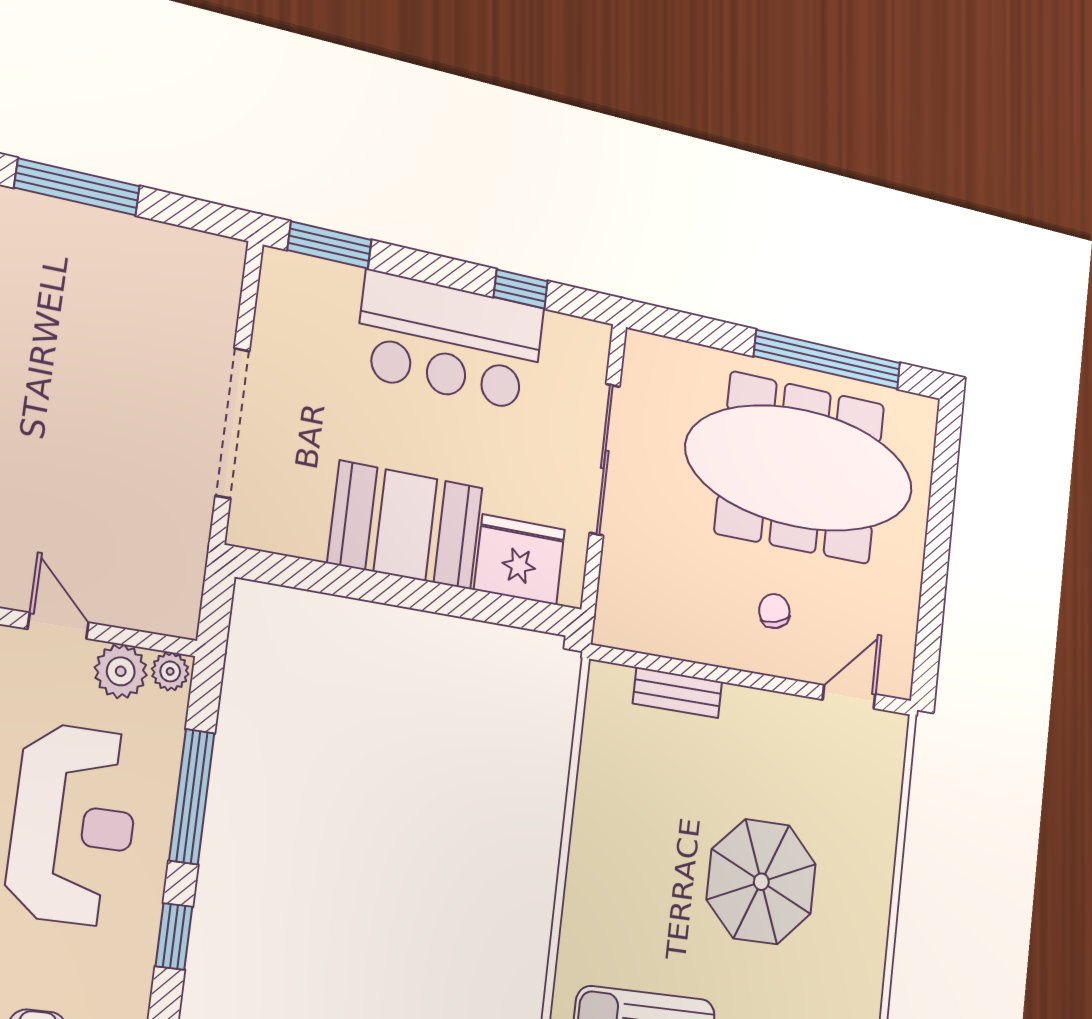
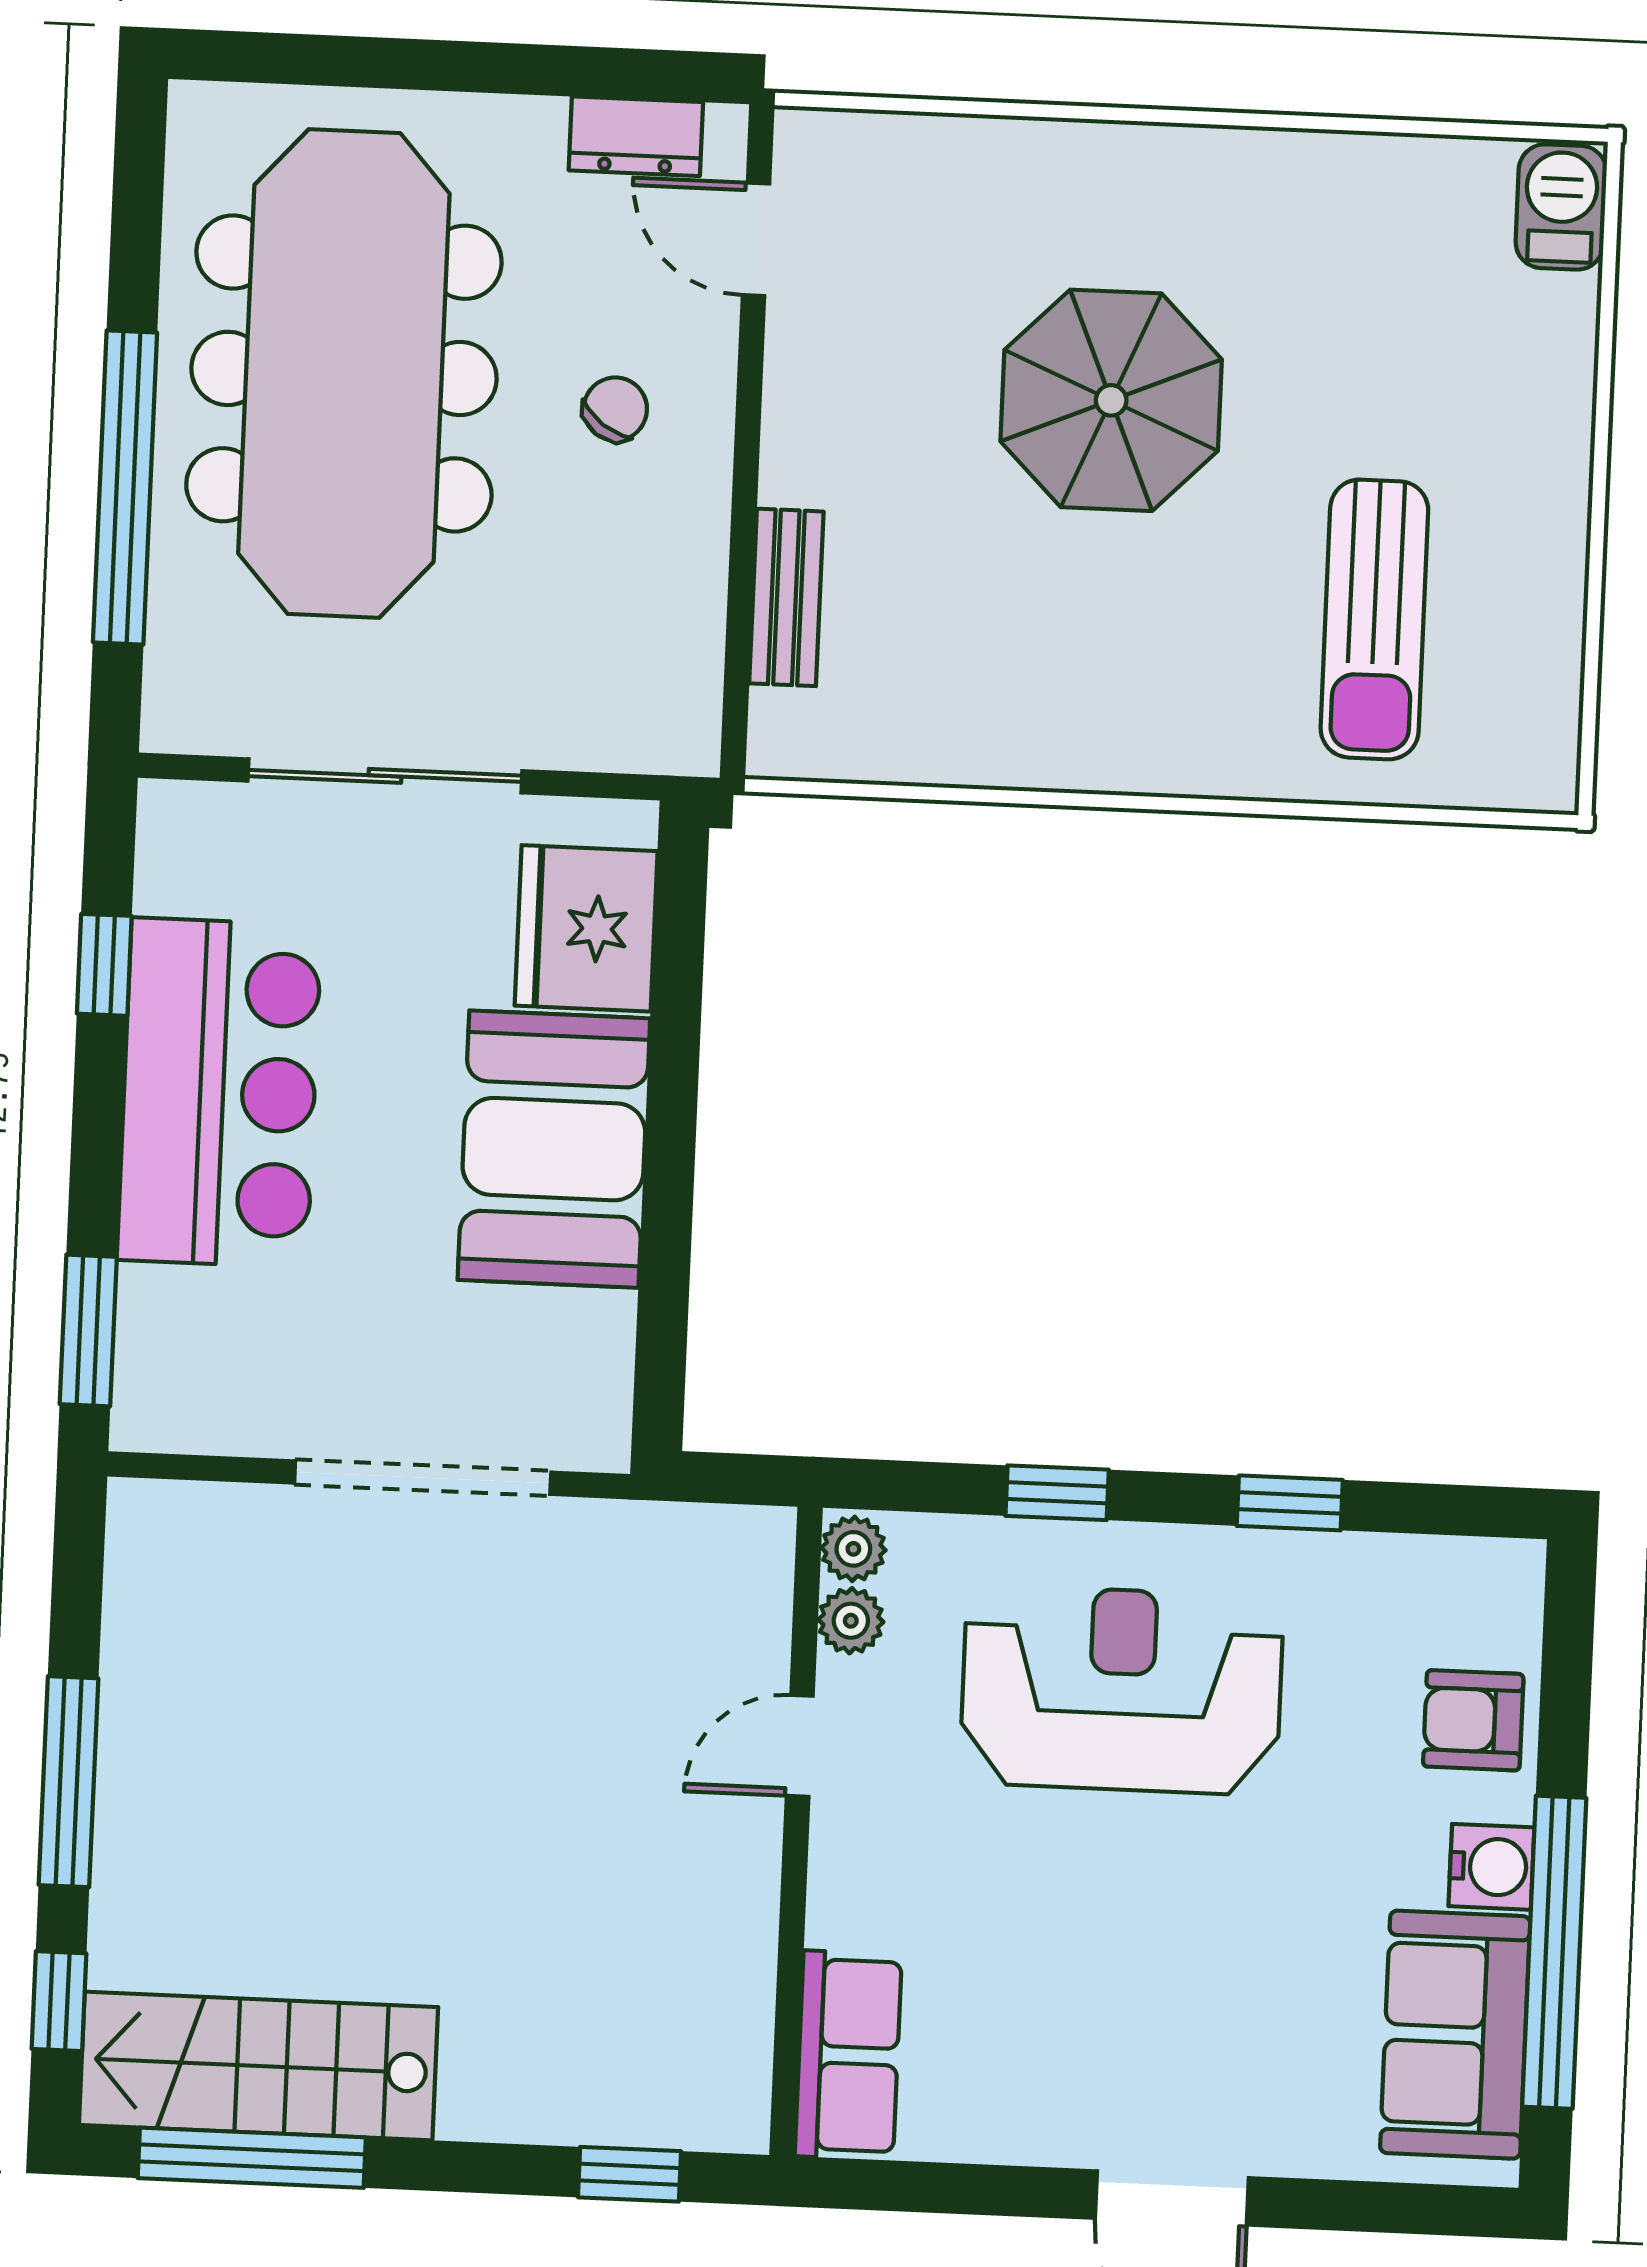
window: (828, 360) -> (125, 487), moved
chair: (774, 611) -> (615, 409), turned 142
dresser: (900, 639) -> (636, 136), added
plant: (121, 671) -> (851, 1621), width x0.73, depth x0.73
window: (192, 797) -> (1057, 1493), width x0.46

